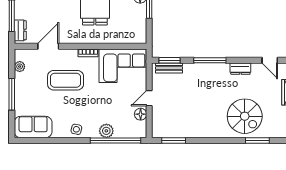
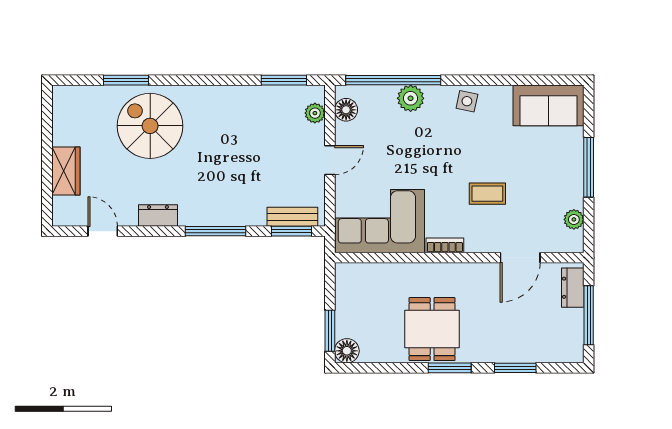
coffee table: (66, 80) -> (487, 194), width x0.54, depth x0.58
floor lamp: (141, 114) -> (346, 110), moved
plant: (157, 123) -> (315, 113), added

